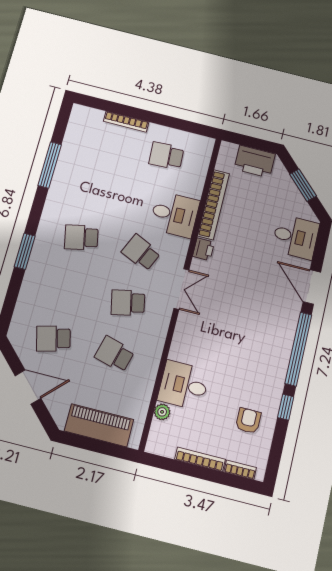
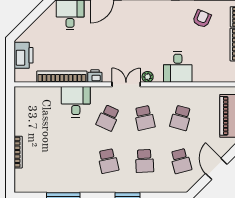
school desk: (166, 156) -> (144, 161), moved
window: (303, 185) -> (32, 18), removed
desk: (184, 385) -> (178, 67), moved
plant: (162, 412) -> (148, 77), moved
armchair: (248, 421) -> (202, 19), turned 113

